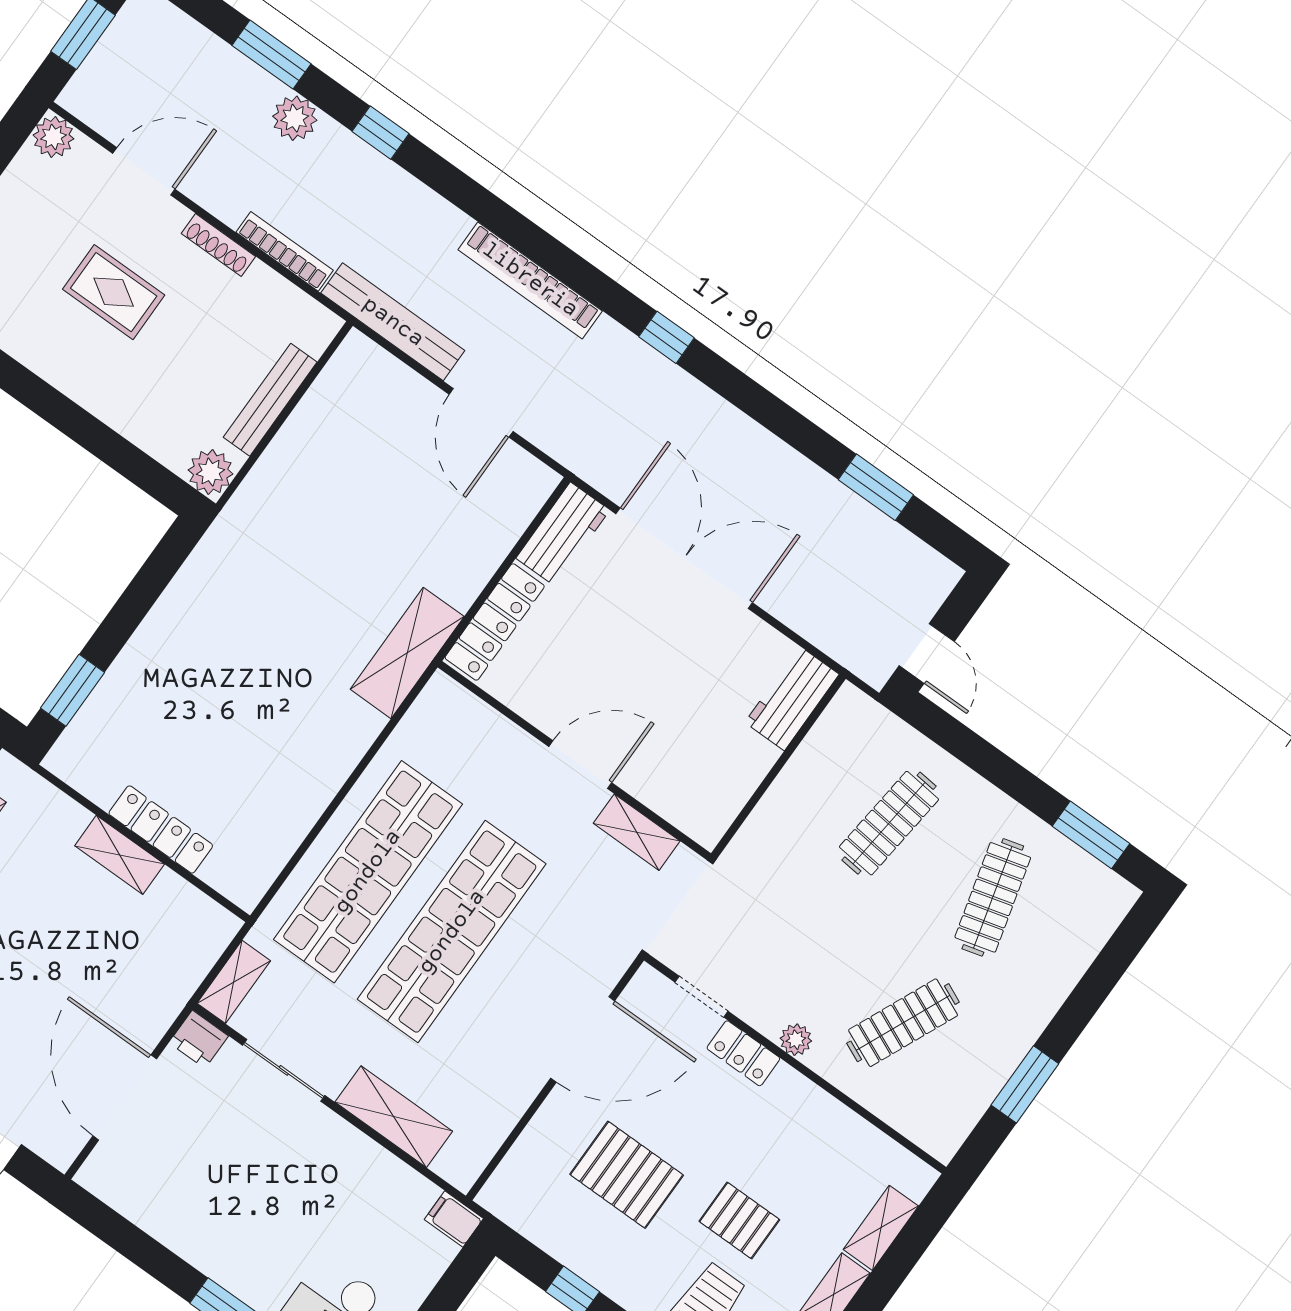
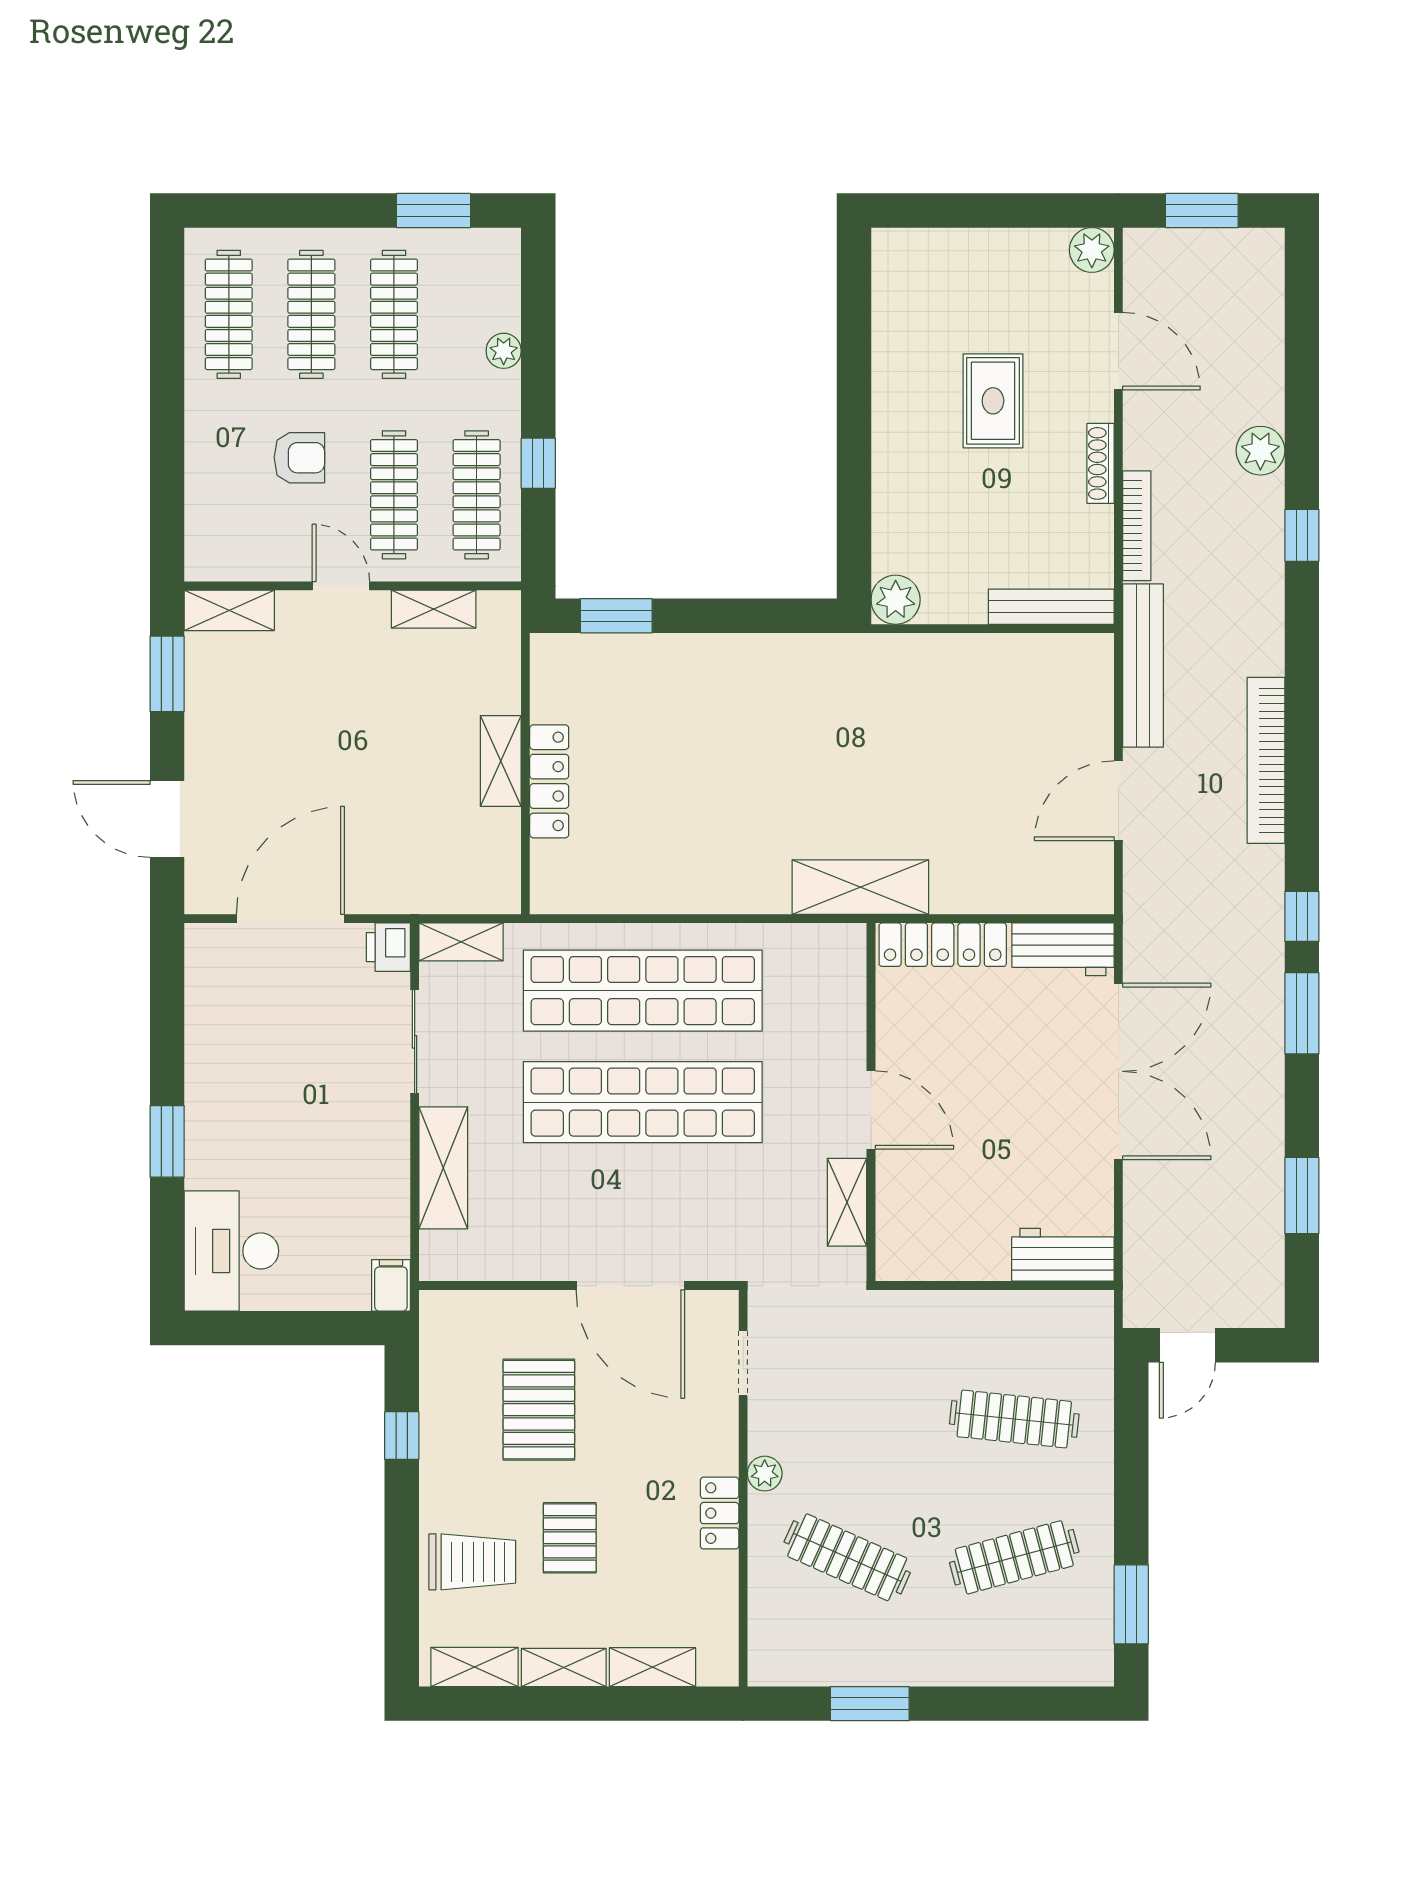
window: (271, 55) -> (1302, 1013), moved
bench: (270, 400) -> (1051, 607), moved
locker: (743, 1053) -> (720, 1513), moved

